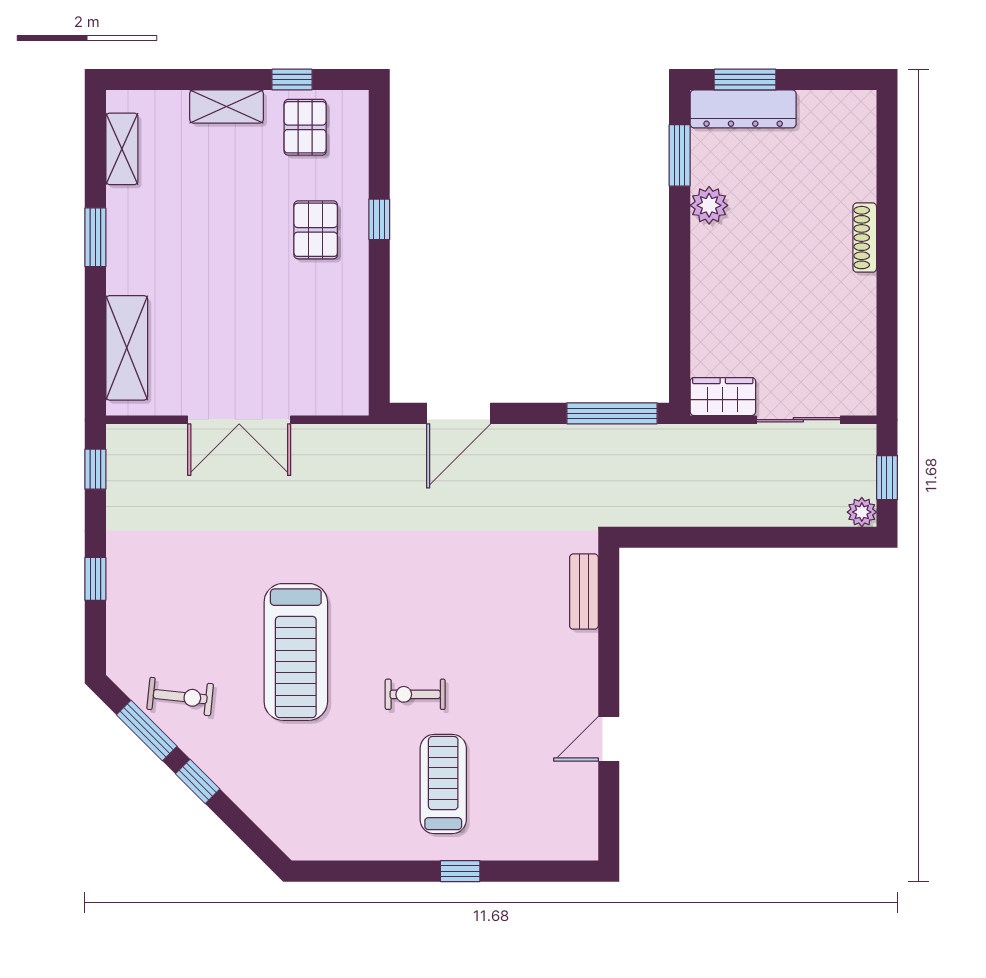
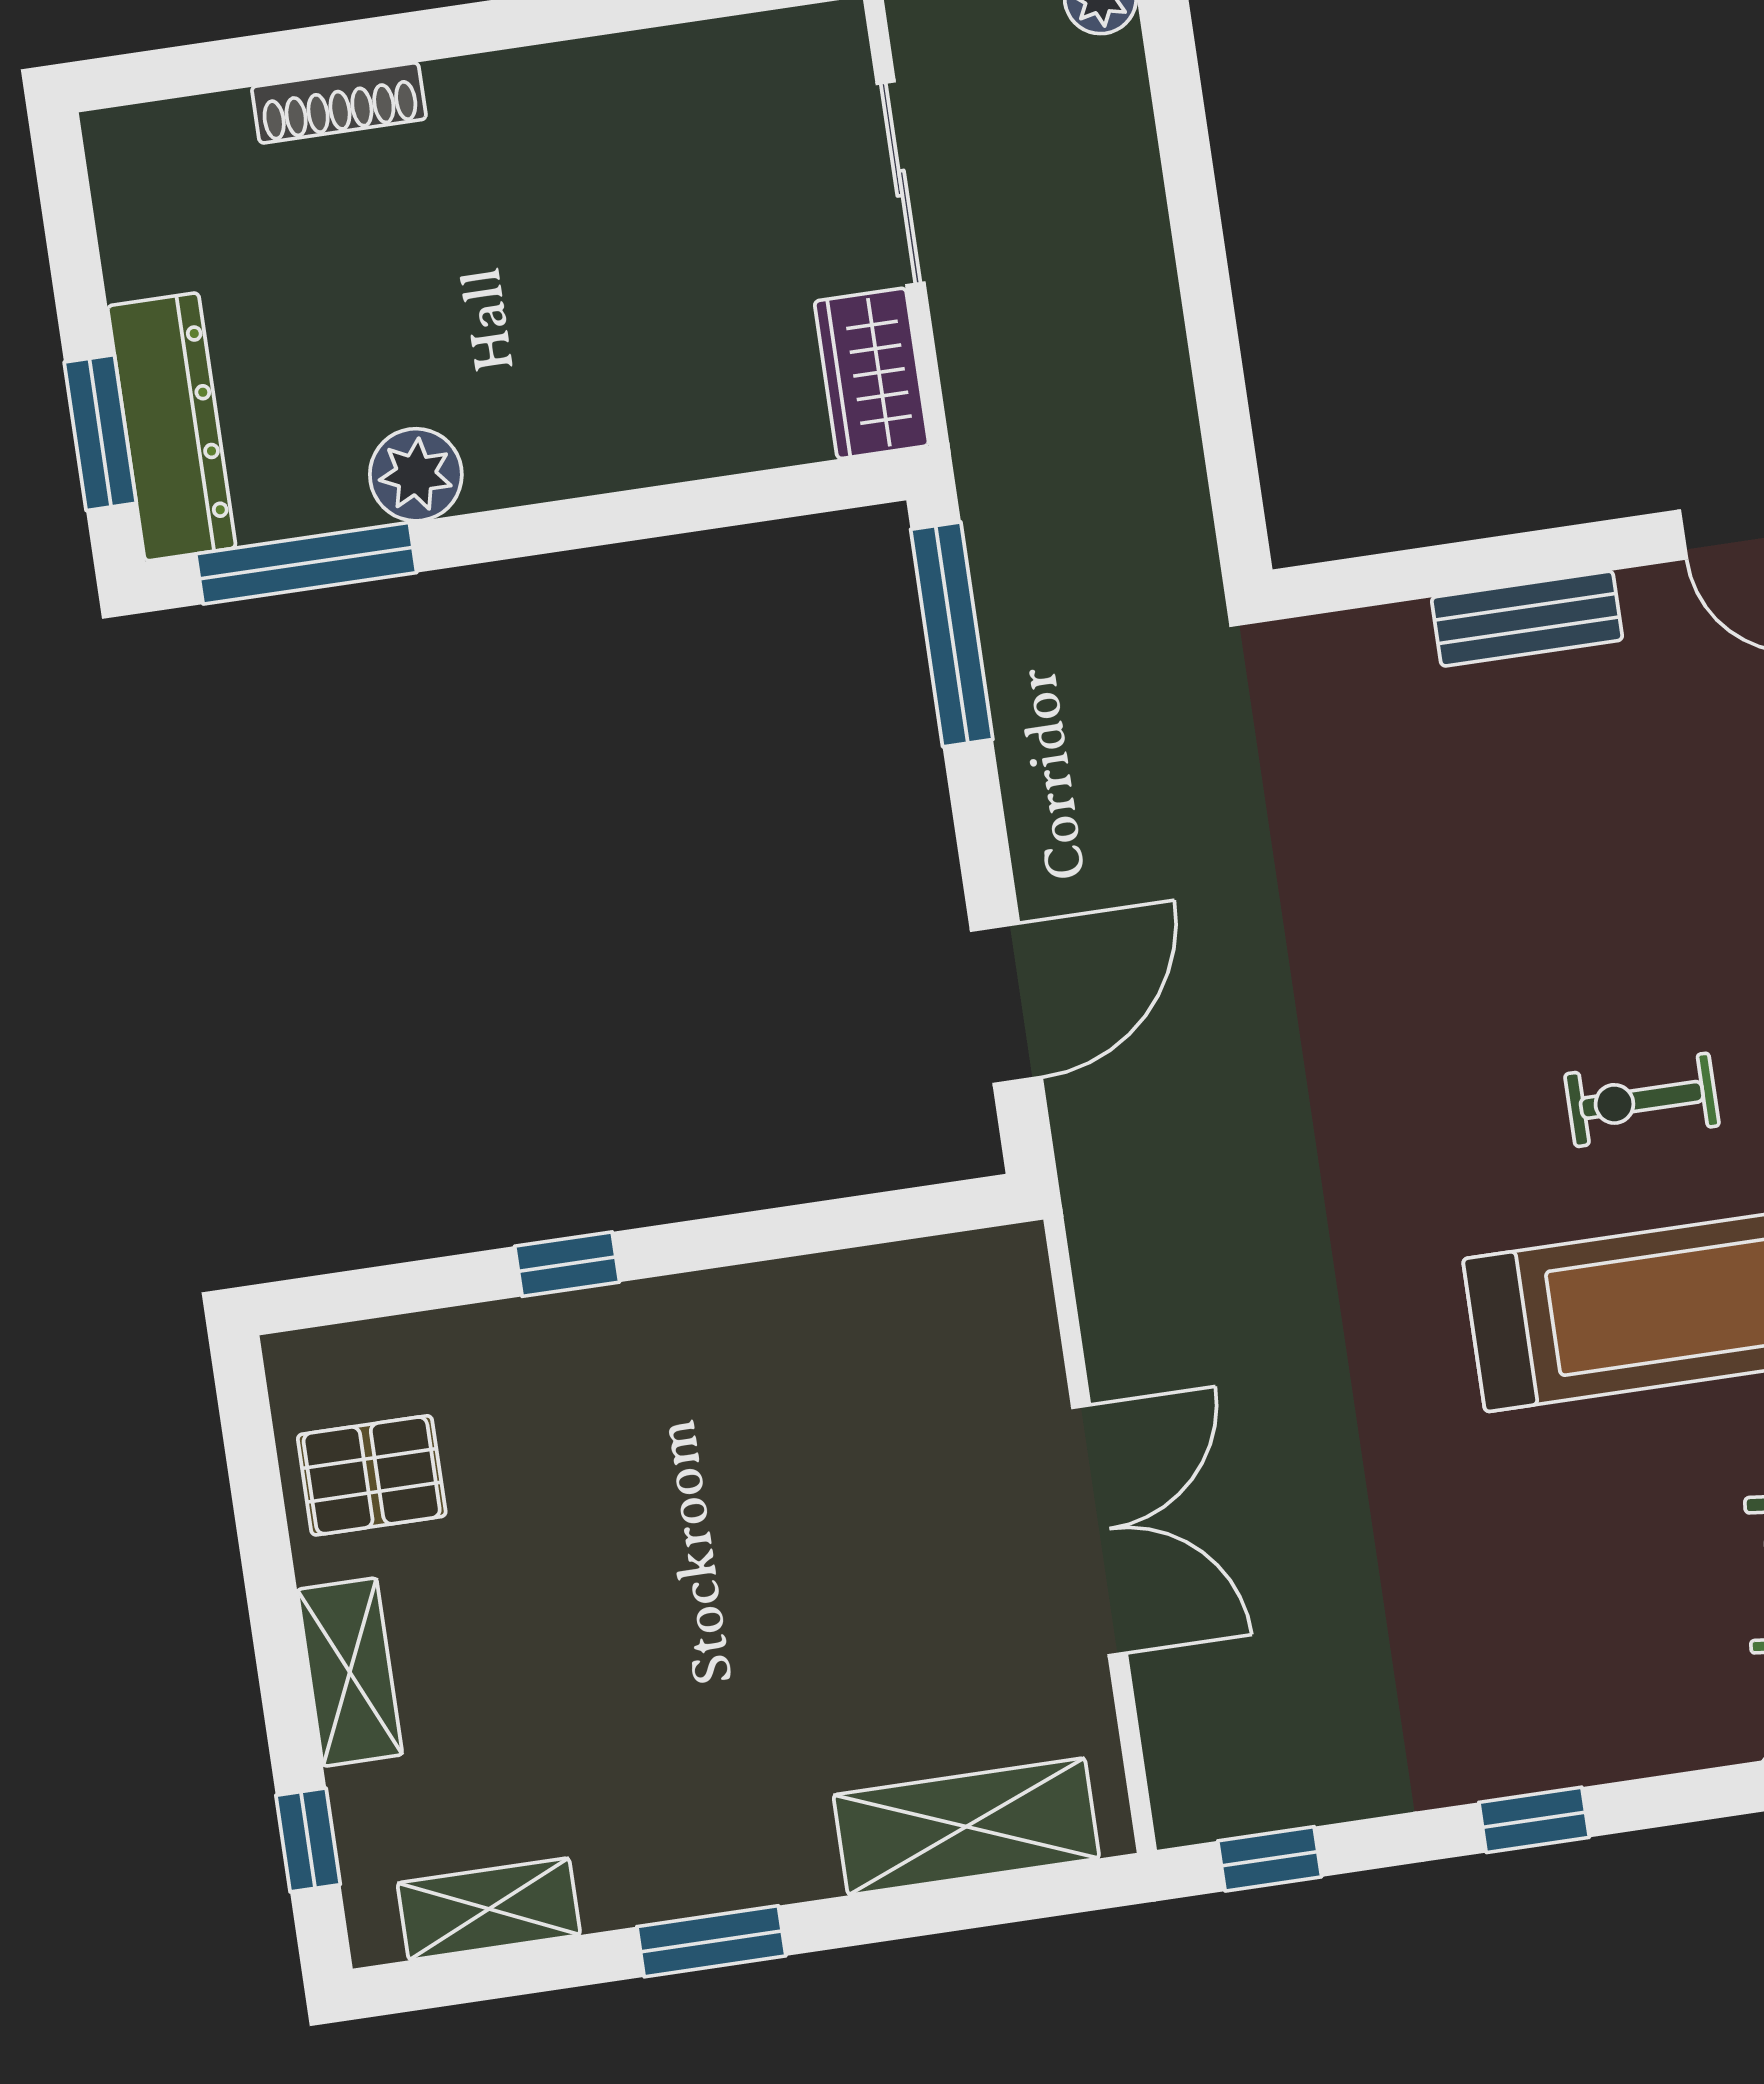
window: (292, 80) -> (308, 1840), moved
window: (680, 155) -> (306, 563), width x1.44
pallet: (316, 230) -> (615, 1413), removed
shoe rack: (865, 238) -> (339, 103), moved
door: (459, 413) -> (1006, 1004), hinge flipped
bench: (584, 592) -> (1527, 619), moved
exercise bike: (415, 694) -> (1642, 1100), moved, turned 90

